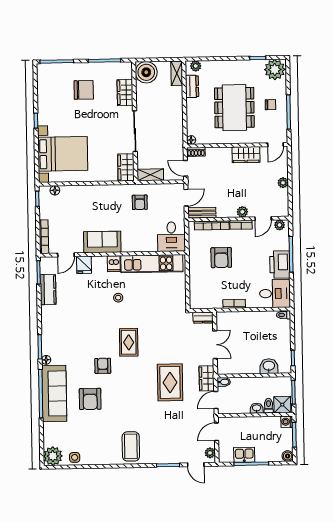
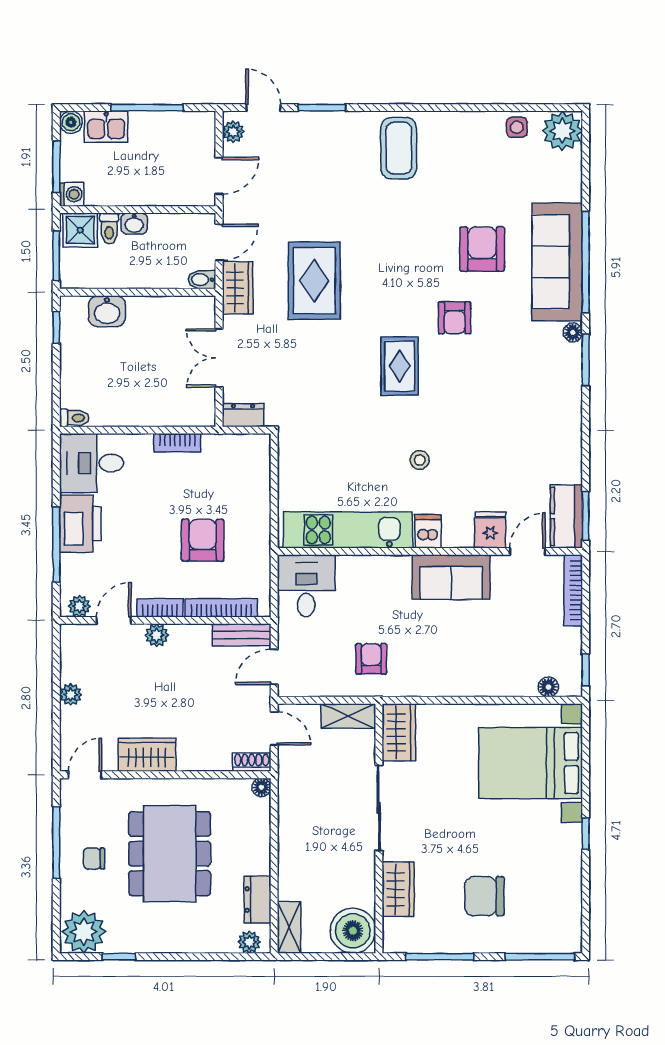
kitchen counter: (48, 290) -> (566, 516), moved
kitchen sink: (244, 455) -> (106, 127), moved

